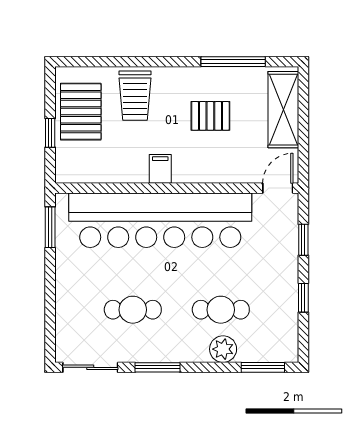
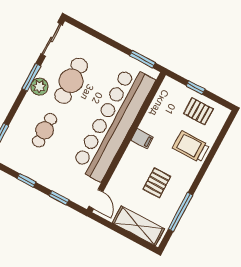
pallet: (81, 112) -> (198, 111), width x0.67, depth x0.71
cafe table: (133, 310) -> (71, 81), width x1.37, depth x1.35
plant: (223, 349) -> (39, 87), moved

